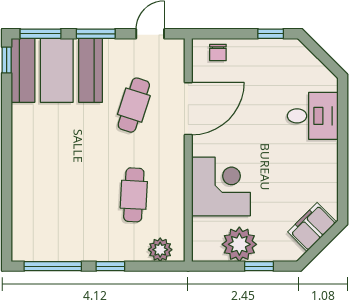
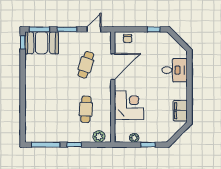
booth: (57, 70) -> (42, 43), width x0.73, depth x0.70
filing cabinet: (312, 227) -> (180, 111), moved, turned -45
plant: (239, 244) -> (134, 138), width x0.53, depth x0.53

